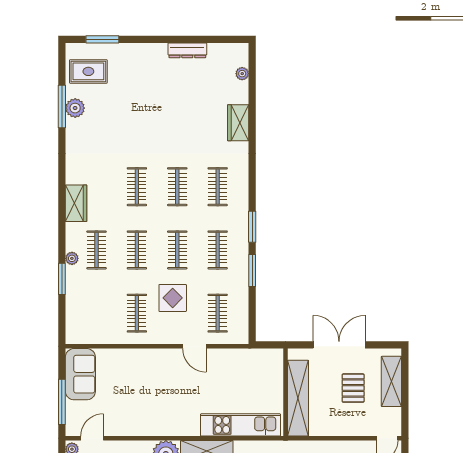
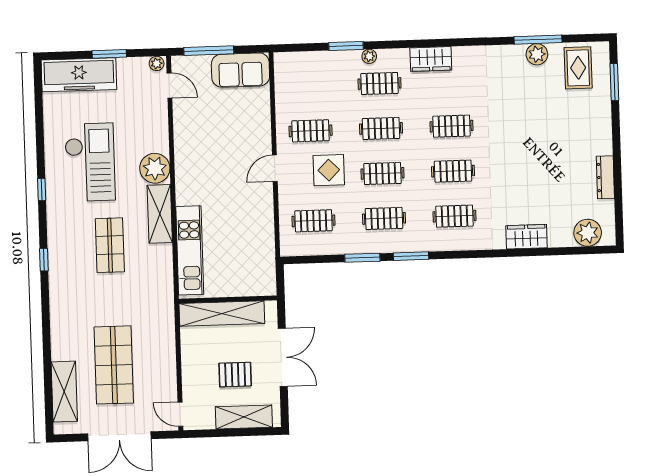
plant: (242, 74) -> (588, 233), width x1.88, depth x1.88
door: (194, 346) -> (275, 168), moved

